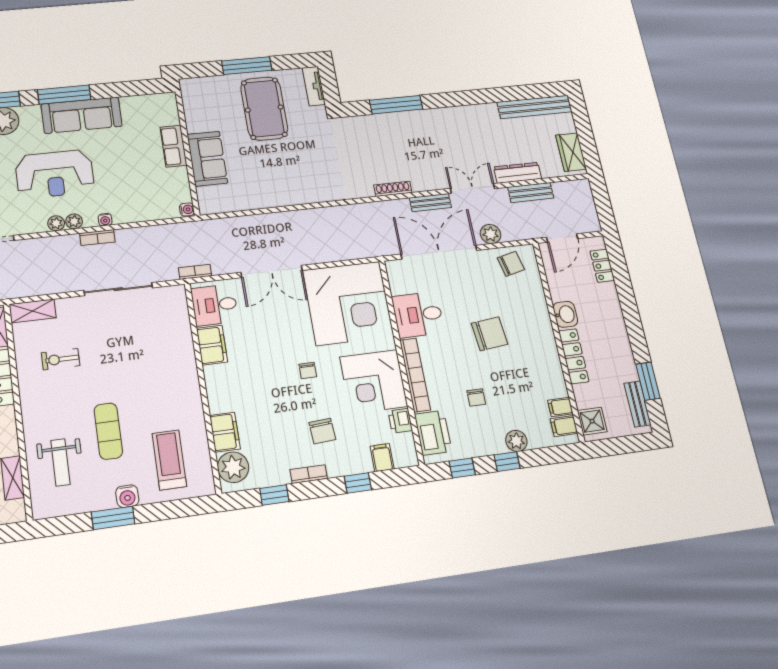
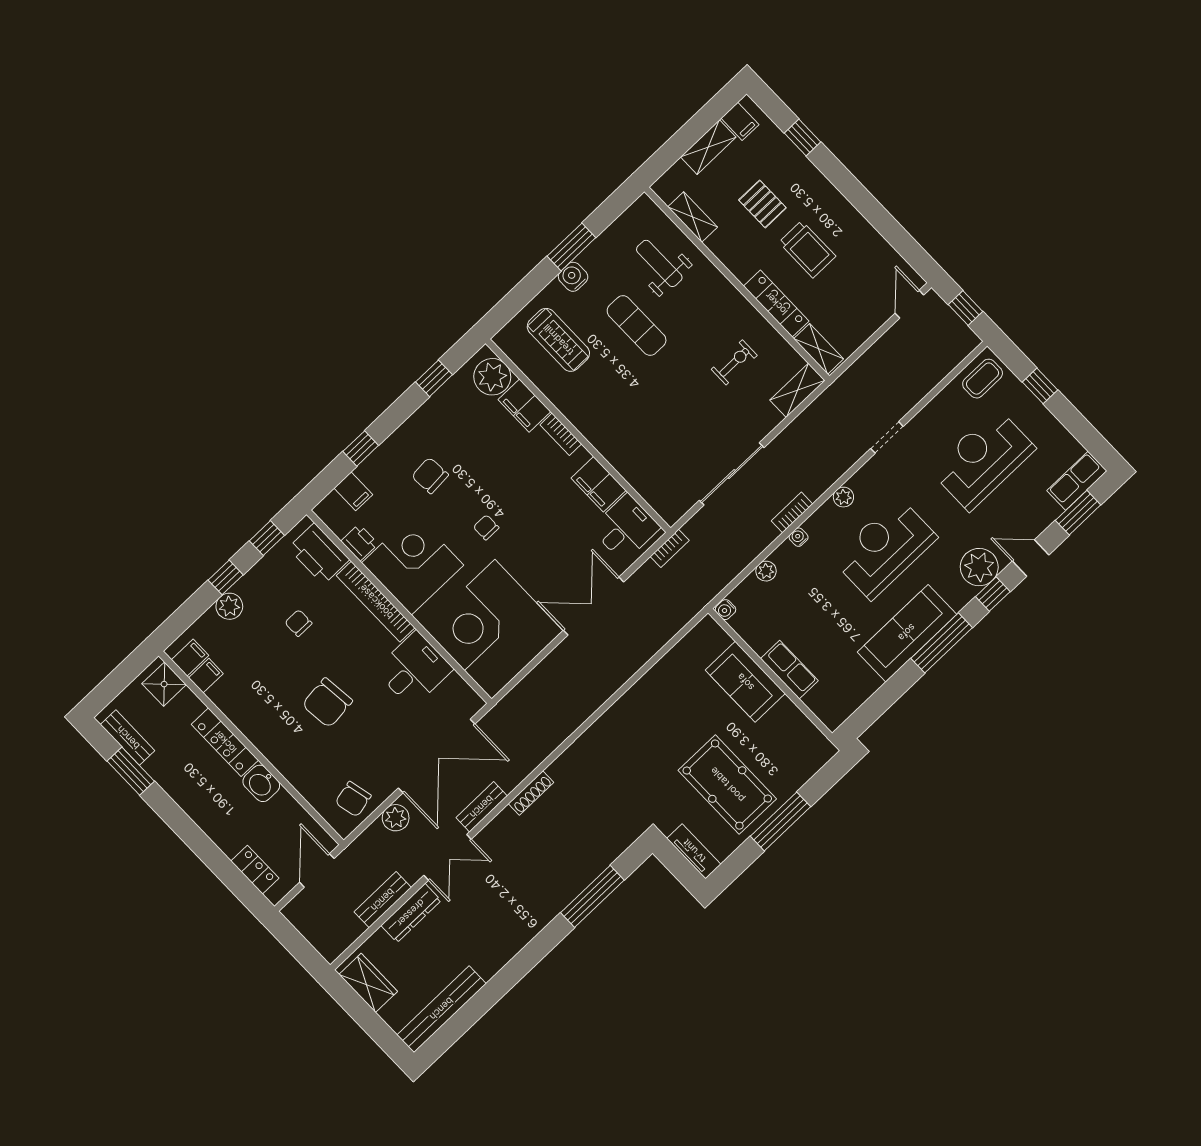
plant: (74, 221) -> (766, 571), moved
bookcase: (309, 474) -> (561, 434), moved, turned 90

